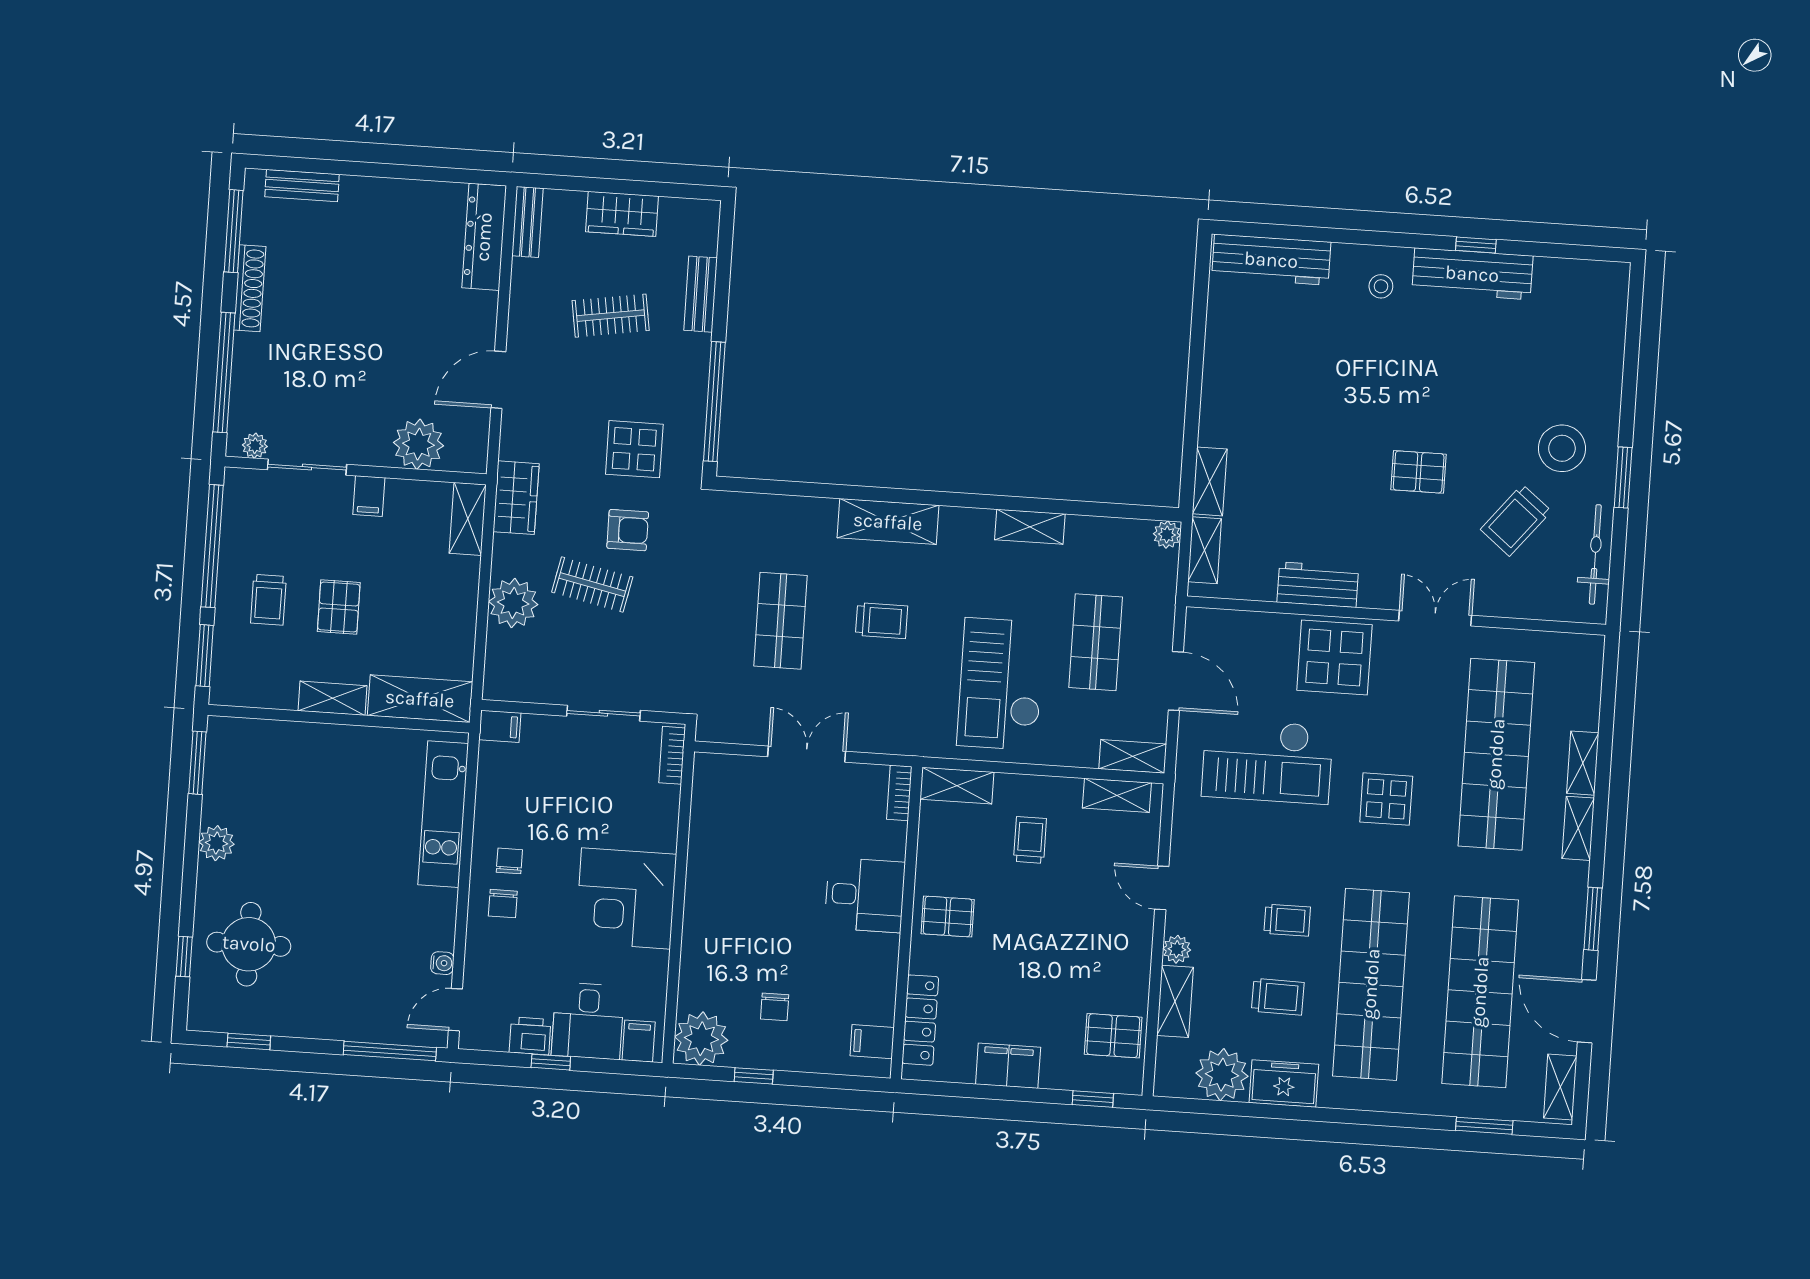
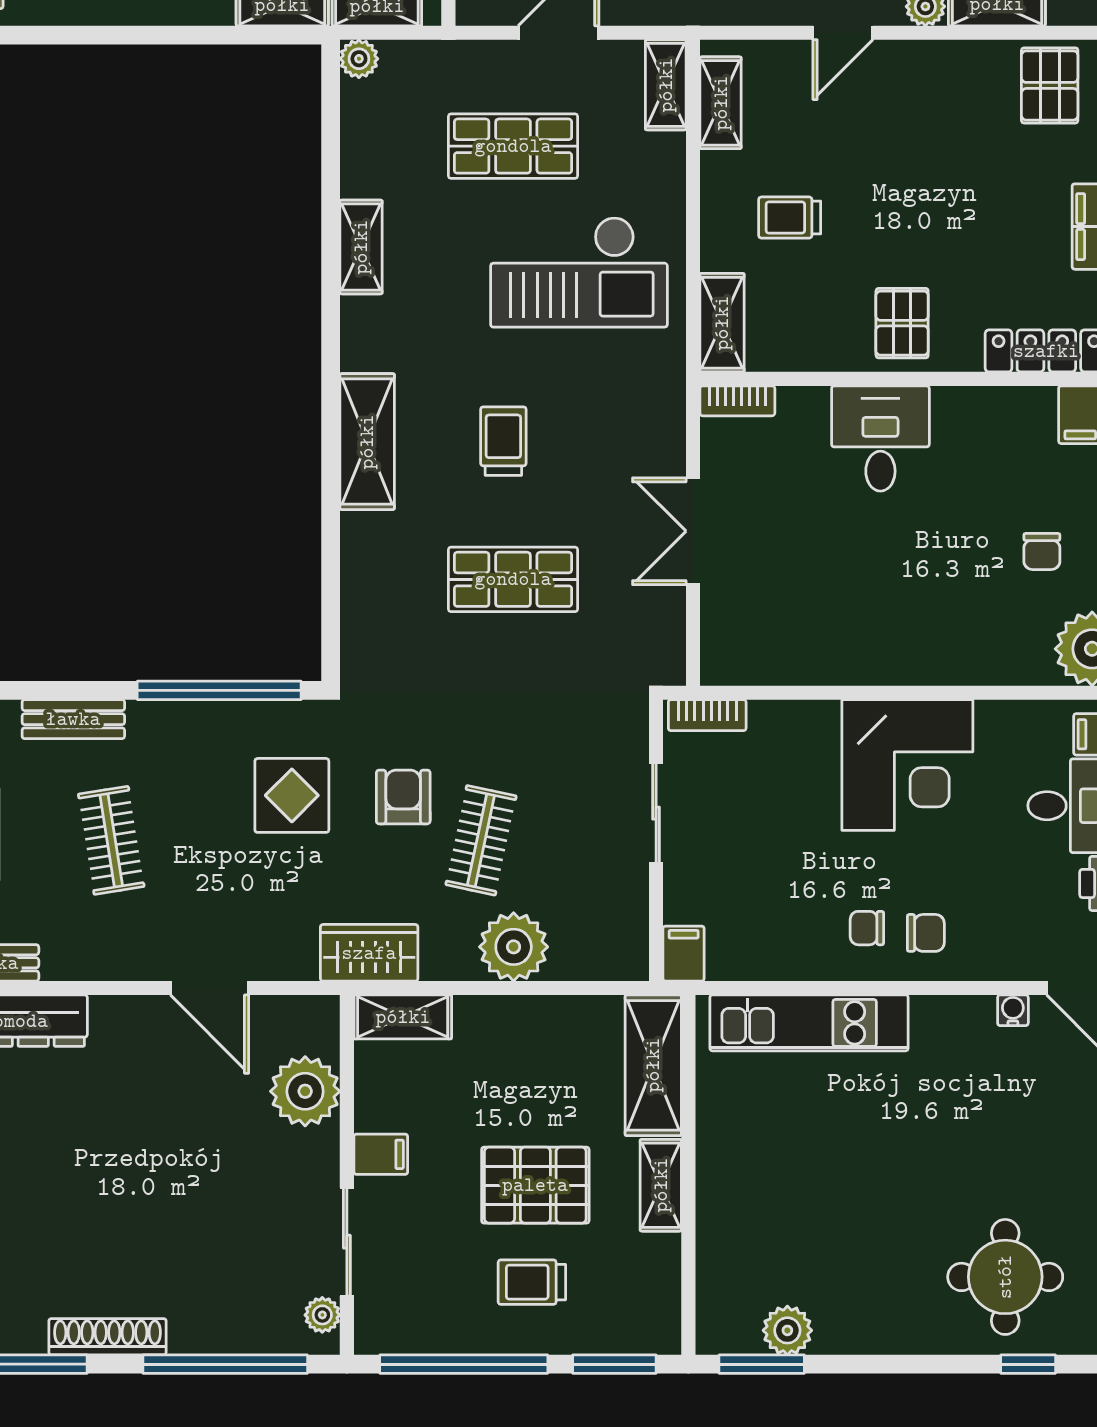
trolley: (268, 600) -> (532, 1282), turned 180
pallet: (339, 607) -> (535, 1185), width x1.50, depth x1.42
plant: (217, 843) -> (787, 1330), moved
chair: (775, 1007) -> (1042, 551), turned 90

